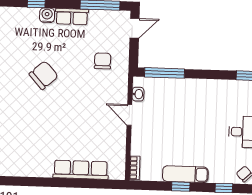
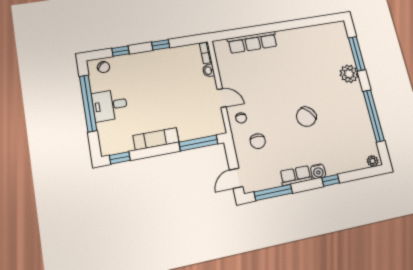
chair: (114, 89) -> (241, 118), added
washbasin: (138, 94) -> (209, 71), moved
exam couch: (185, 174) -> (156, 139), moved, turned 180

